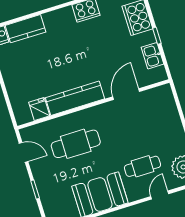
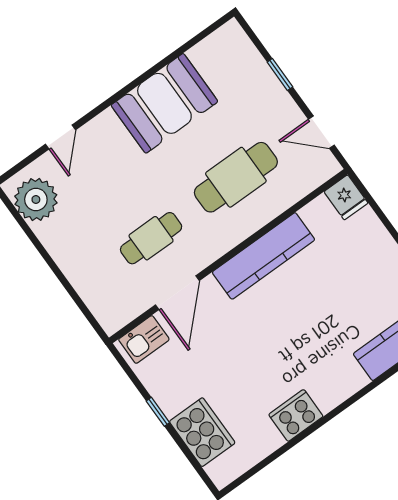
kitchen sink: (152, 56) -> (144, 339), moved, turned 90
fridge: (39, 109) -> (346, 197), moved
cafe table: (142, 166) -> (151, 238), moved

